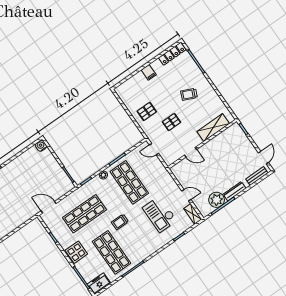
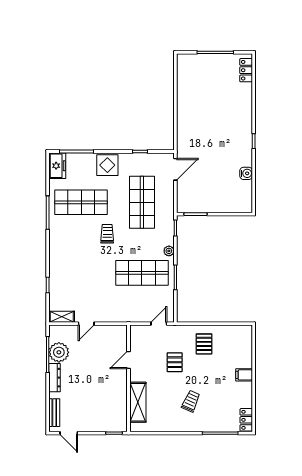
locker: (172, 54) -> (246, 420), width x0.66
water cooler: (41, 146) -> (246, 173), moved
checkout: (160, 214) -> (86, 282), removed

